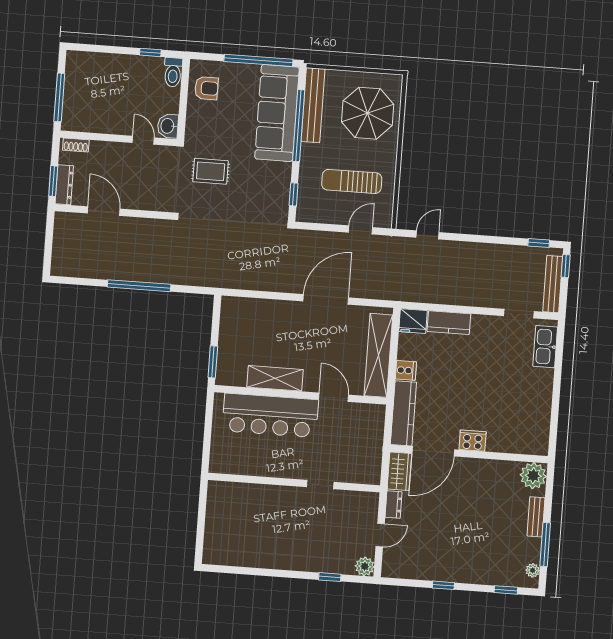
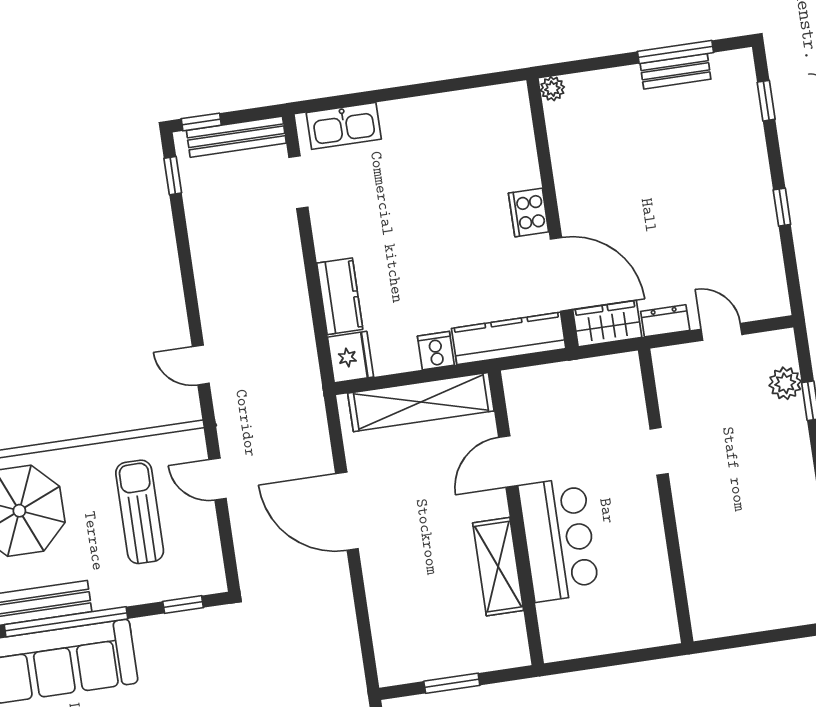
sun lounger: (352, 181) -> (140, 512), turned 180
window: (213, 362) -> (452, 683), moved
bar counter: (270, 415) -> (559, 539), width x0.73
plant: (533, 476) -> (552, 89), width x0.53, depth x0.53
bench: (536, 517) -> (675, 71), moved
plant: (365, 566) -> (785, 383), moved
plant: (533, 570) -> (723, 63), removed

